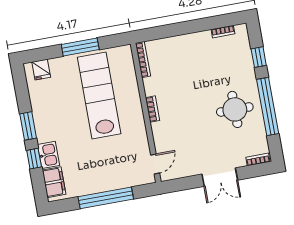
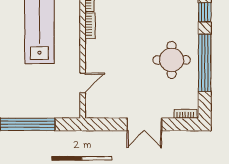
bookcase: (152, 109) -> (90, 26), moved
door: (155, 164) -> (83, 83), moved

